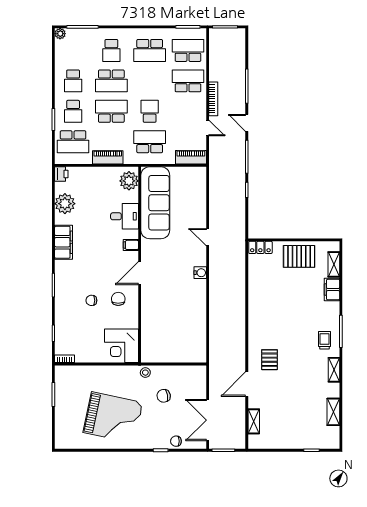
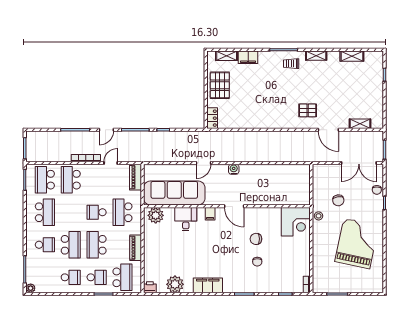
plant: (129, 181) -> (156, 215), moved
sofa: (155, 203) -> (174, 193), moved
desk: (125, 216) -> (186, 219), moved
filing cabinet: (131, 245) -> (210, 214), moved
wall: (140, 265) -> (227, 206), moved
door: (140, 273) -> (234, 206), moved
corner desk: (121, 346) -> (296, 222), moved

